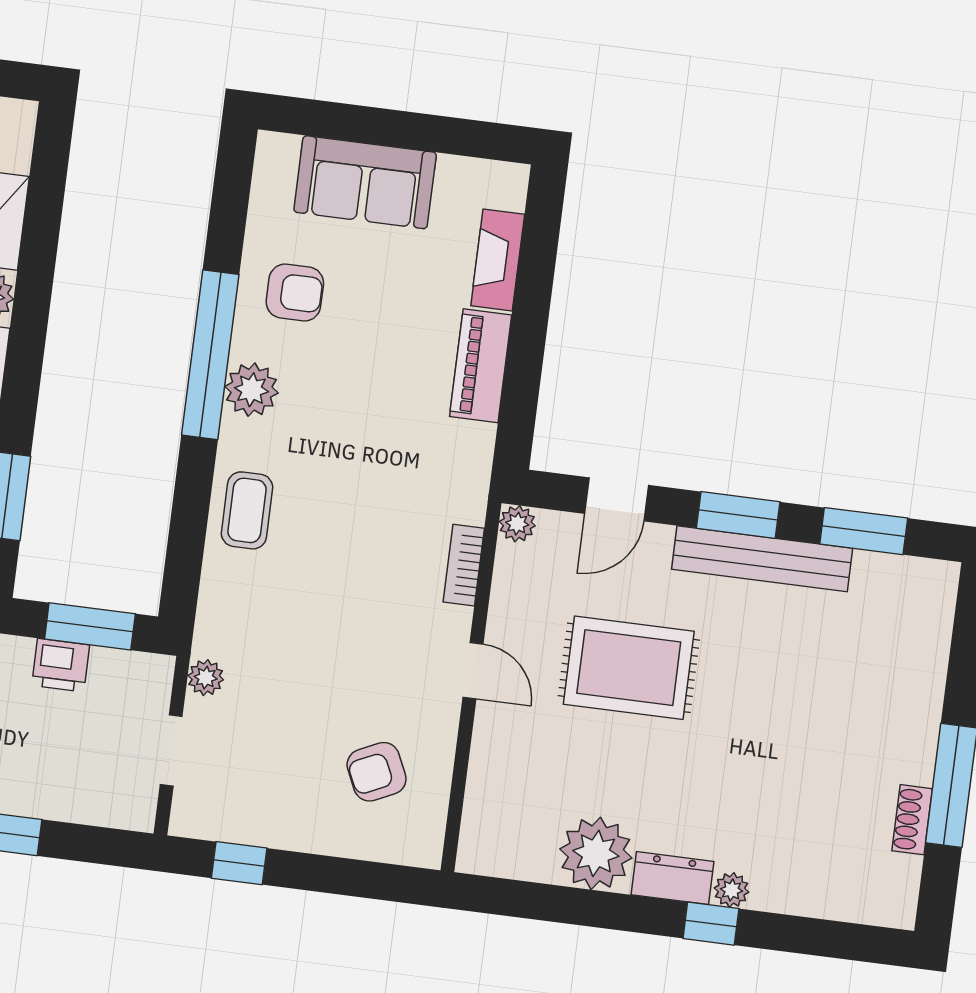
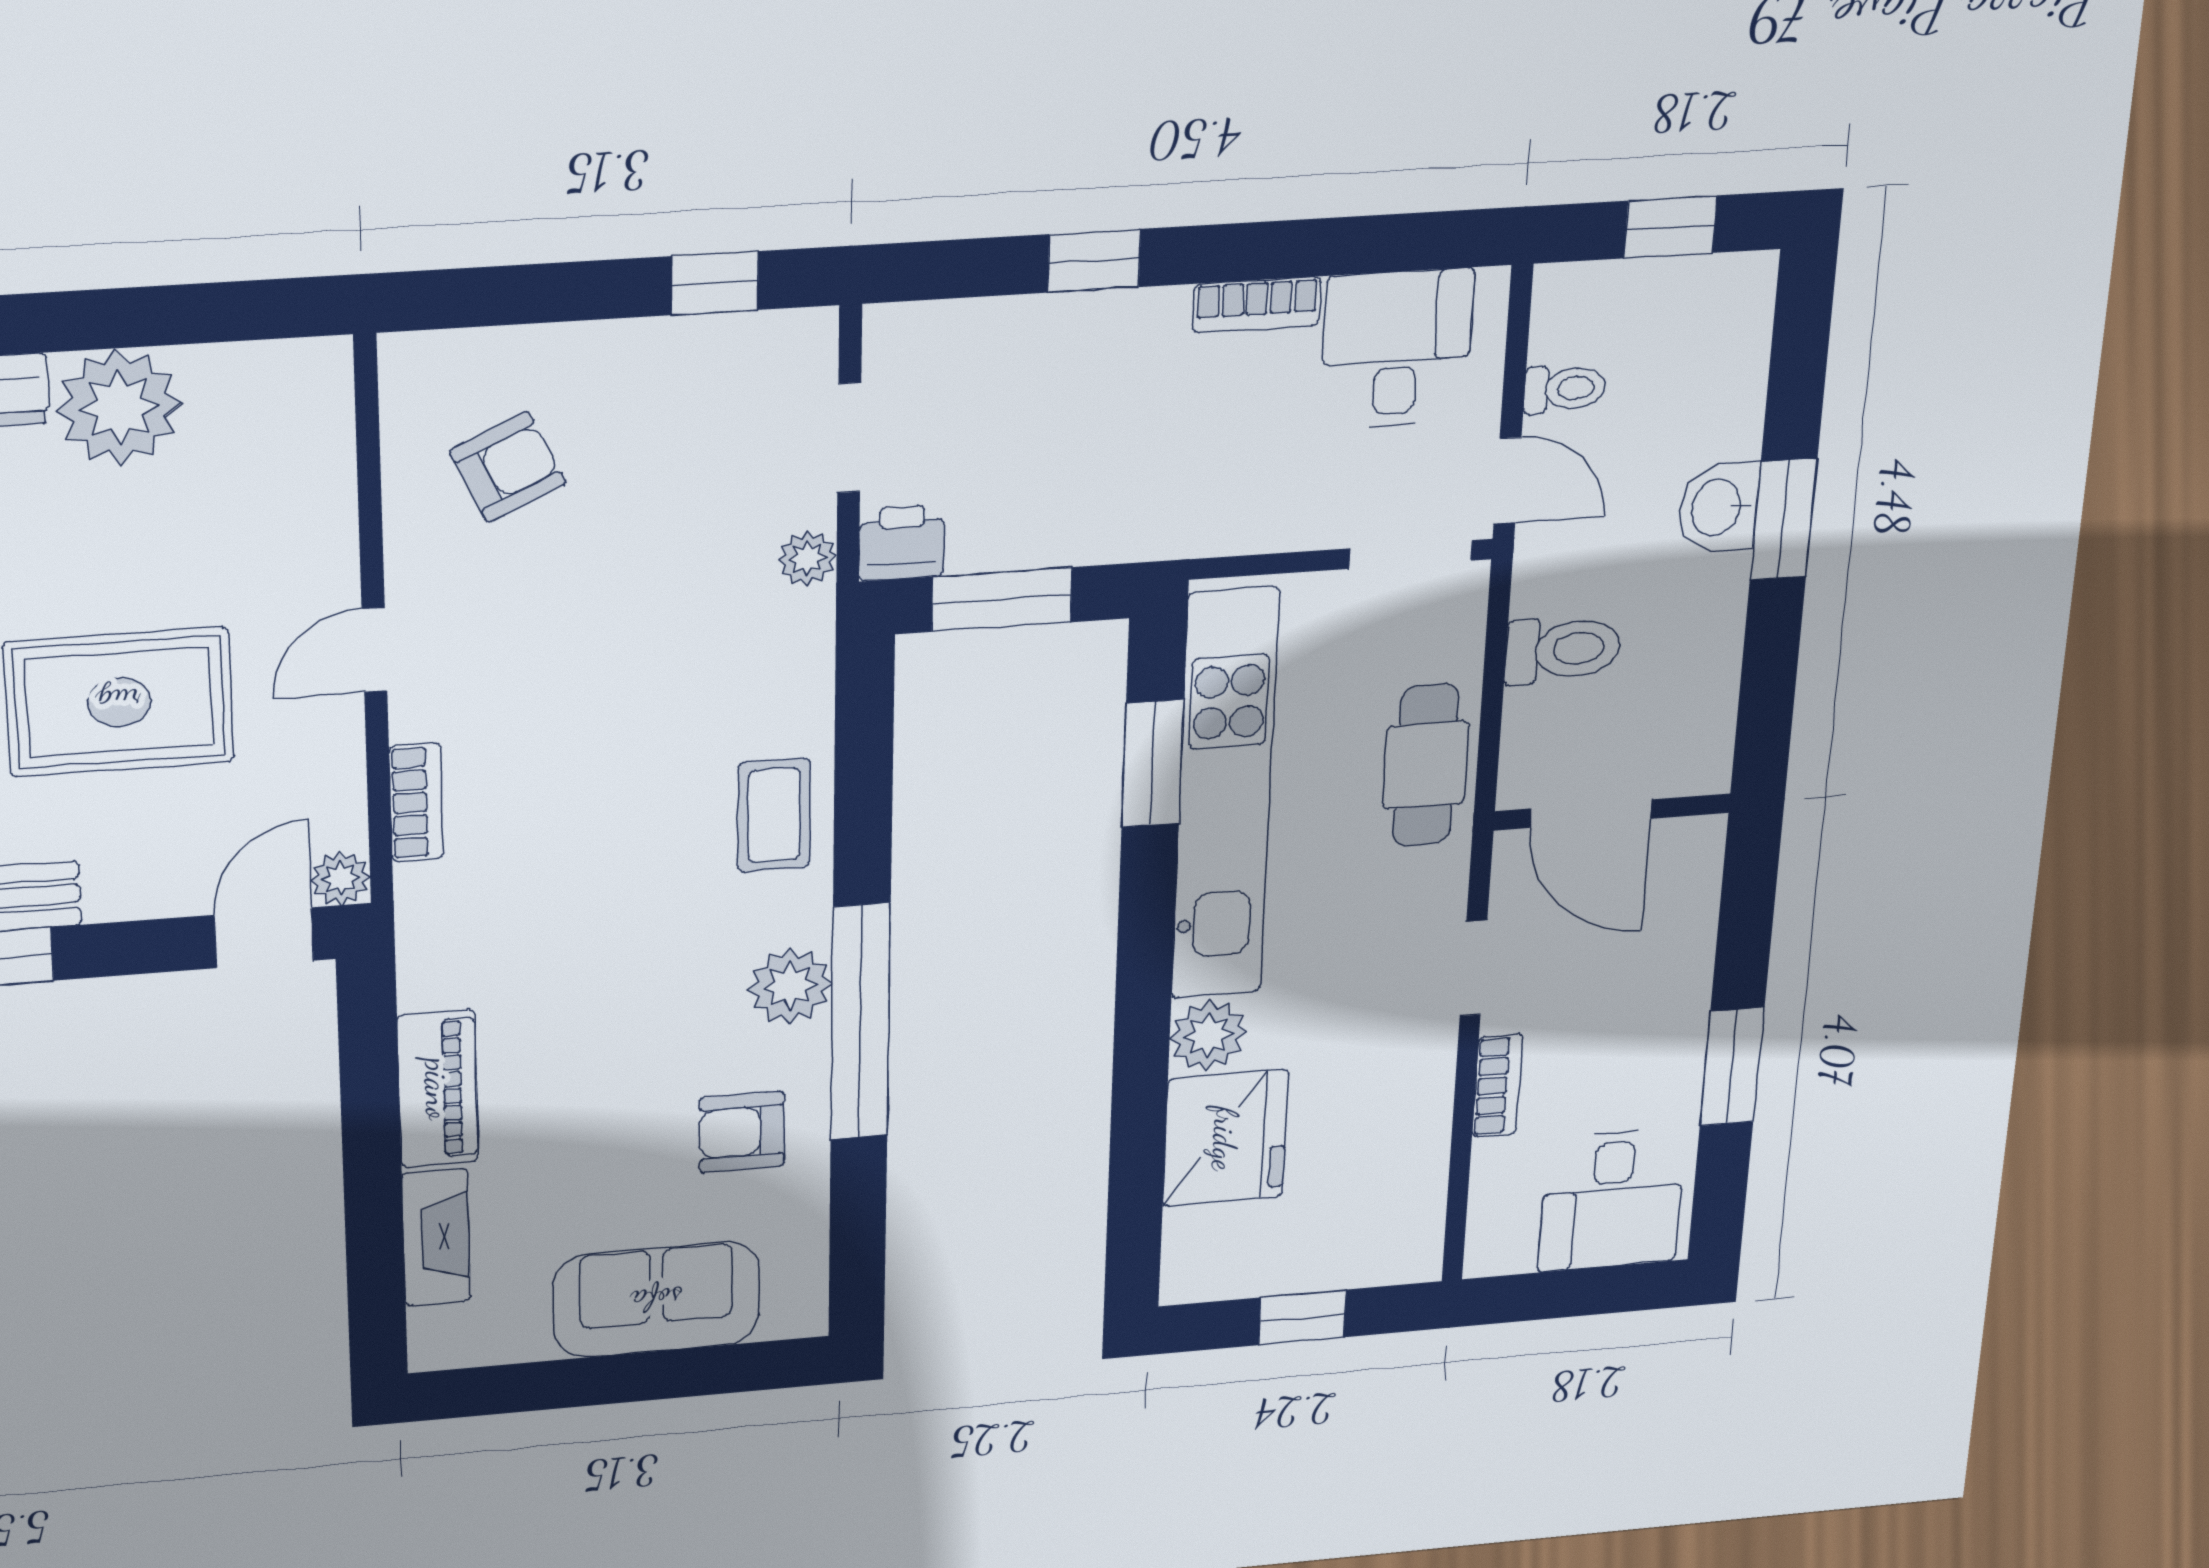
door: (616, 499) -> (264, 938), moved
printer: (61, 665) -> (902, 543), moved
door: (473, 671) -> (374, 650), hinge flipped

